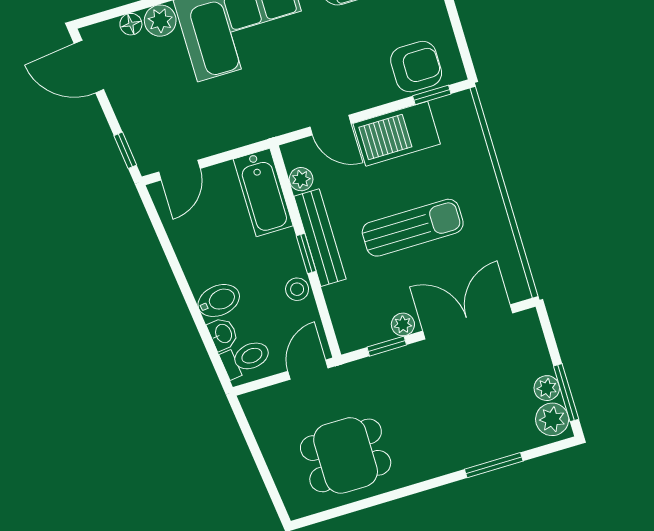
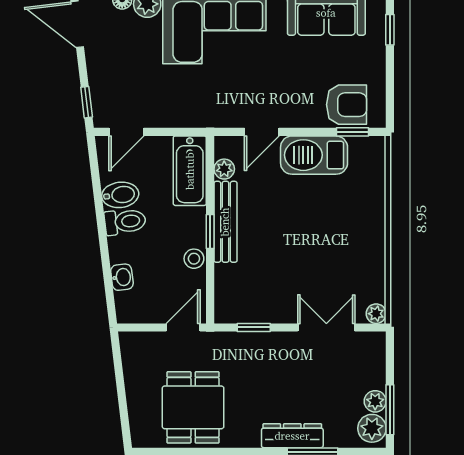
door: (330, 125) -> (262, 132), hinge flipped
sun lounger: (413, 228) -> (304, 236), removed
bidet: (219, 300) -> (120, 195), moved
double door: (468, 322) -> (326, 327), width x0.73
plant: (403, 324) -> (376, 314), moved
toilet: (246, 358) -> (125, 222), moved
dresser: (466, 454) -> (292, 436), added
dining table: (346, 455) -> (193, 407), turned 90

